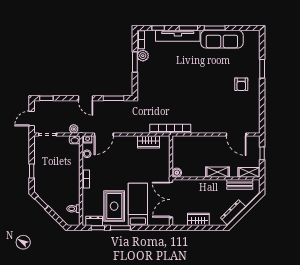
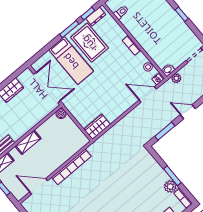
bookcase: (170, 129) -> (71, 167), moved
door: (104, 134) -> (148, 94), hinge flipped
wardrobe: (149, 142) -> (97, 127), moved

